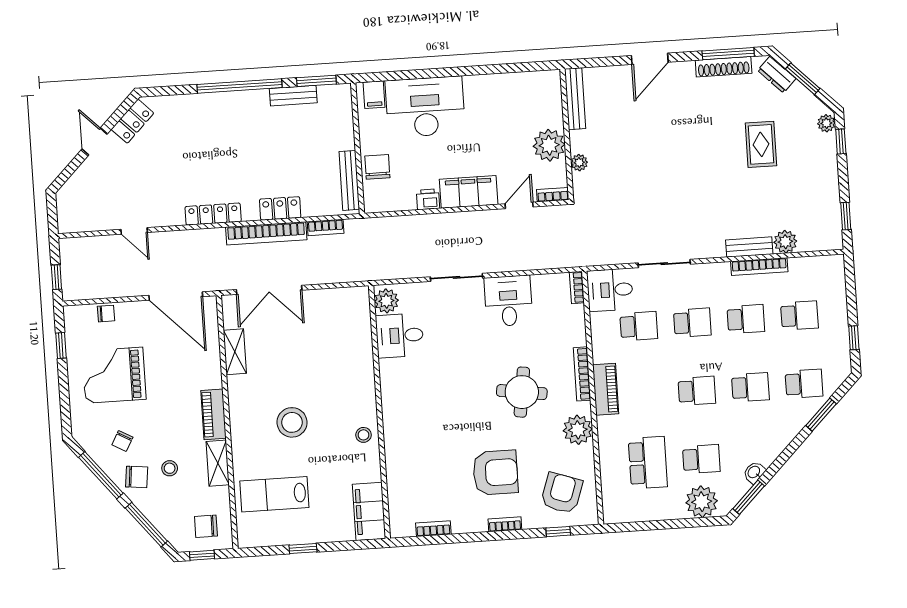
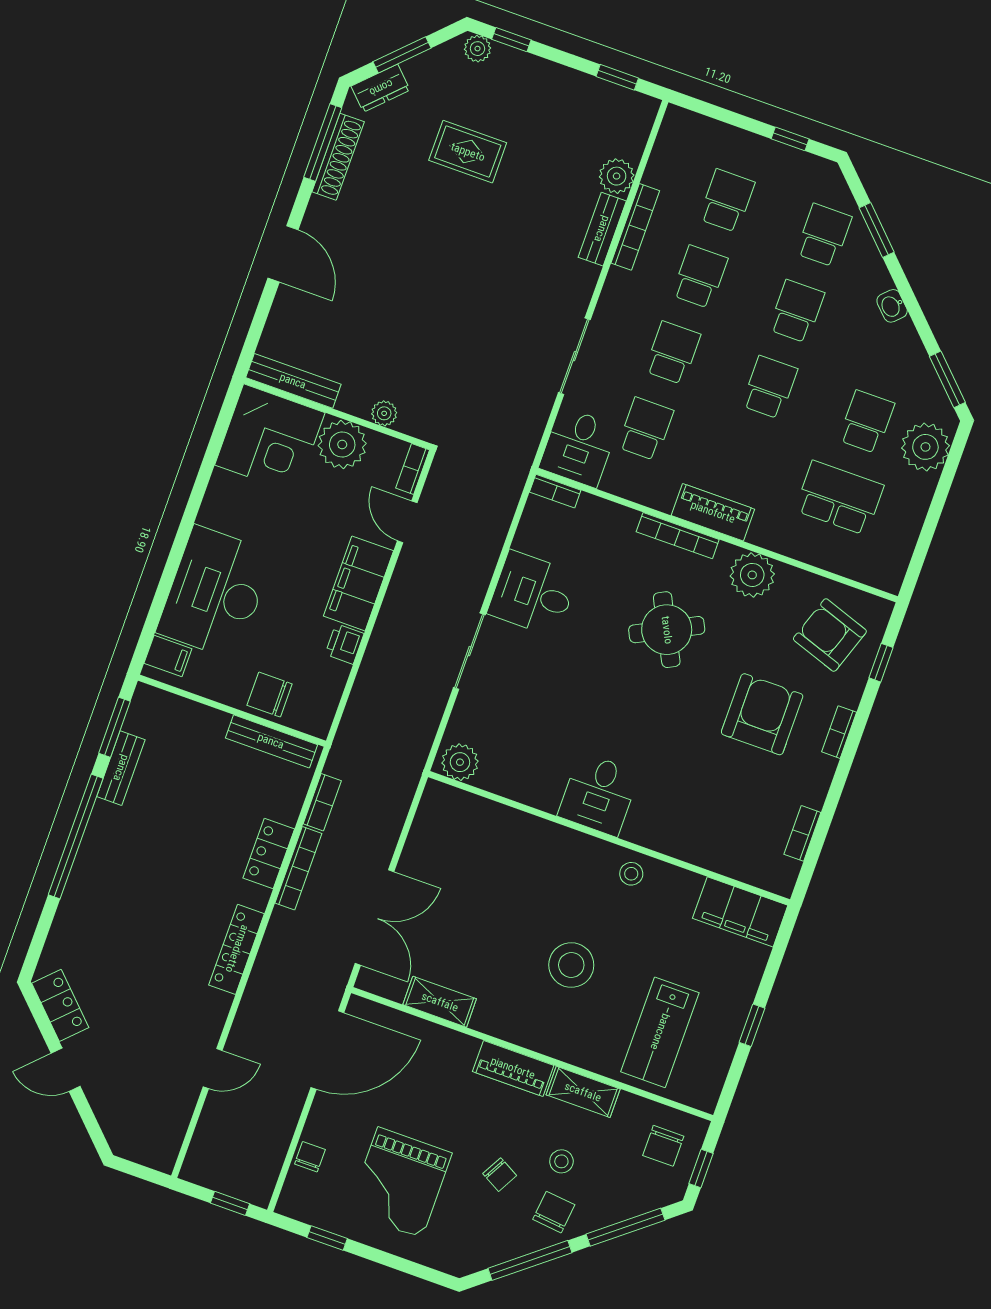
corner desk: (533, 100) -> (270, 439), added
bookcase: (266, 233) -> (298, 868), width x0.68, depth x0.76
desk: (400, 336) -> (599, 794), moved
round table: (522, 392) -> (667, 630), turned -35
chair: (122, 441) -> (500, 1175), moved
washbasin: (754, 472) -> (892, 306), moved

